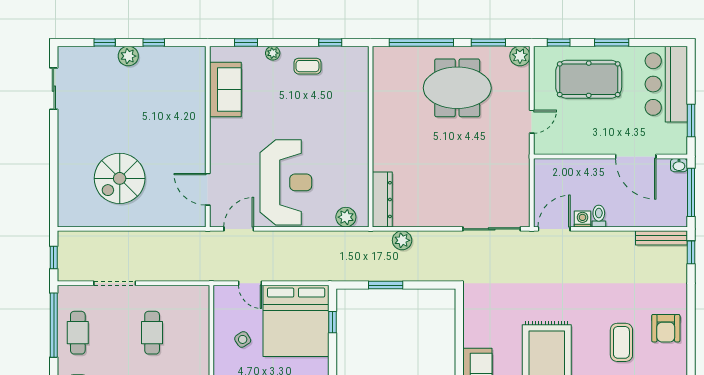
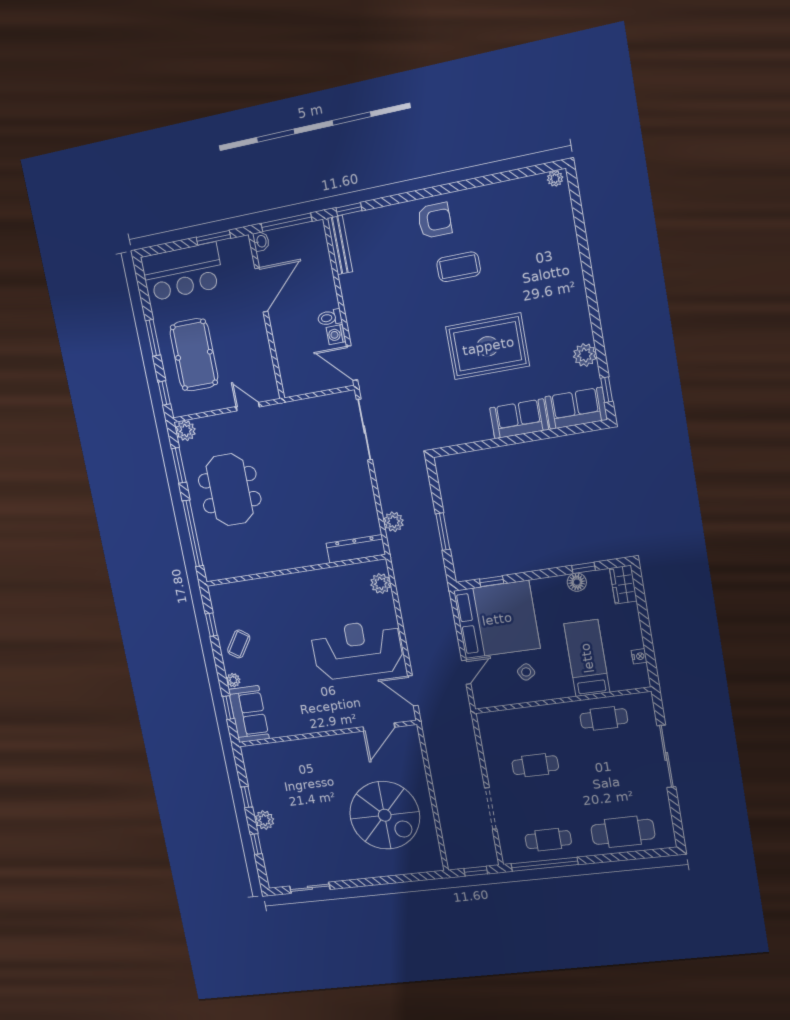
coffee table: (307, 66) -> (239, 644), turned 34
sofa: (225, 89) -> (249, 714), moved, turned 90
spiral stairs: (120, 178) -> (385, 815), width x1.37, depth x1.37

